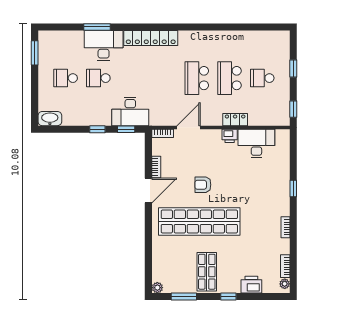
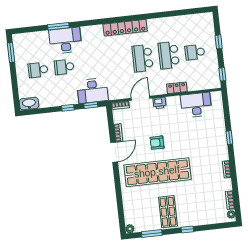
locker: (151, 38) -> (125, 28), moved
printer: (230, 136) -> (159, 103), moved
printer: (251, 285) -> (205, 218), removed

